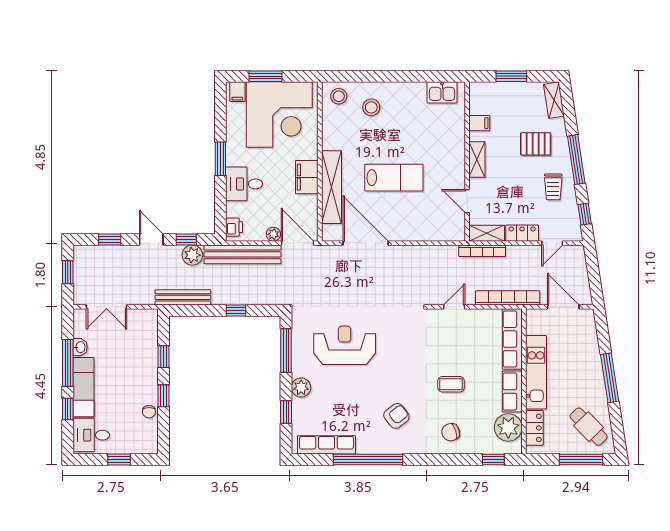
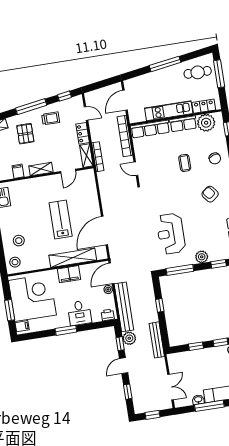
cafe table: (589, 427) -> (198, 72), turned 44

